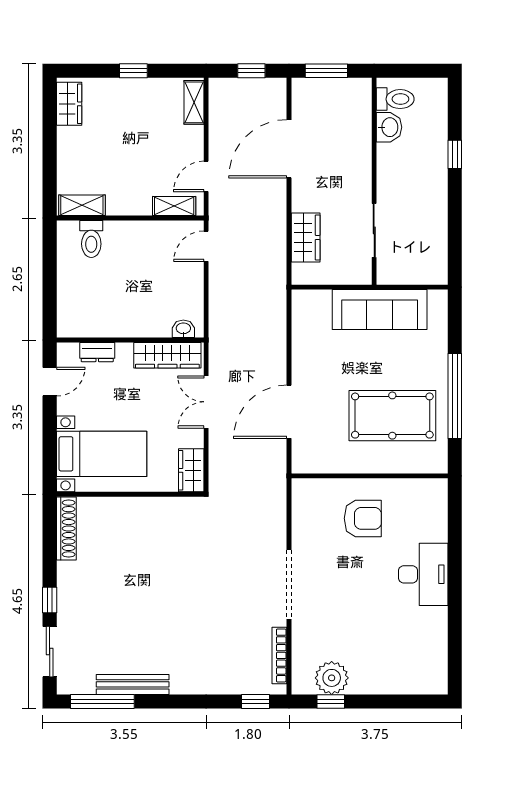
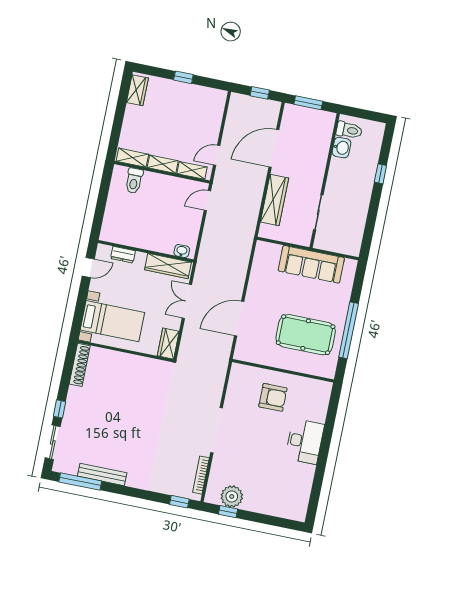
shelving: (194, 102) -> (163, 164), moved, turned 90
wardrobe: (306, 237) -> (275, 200), width x1.50

